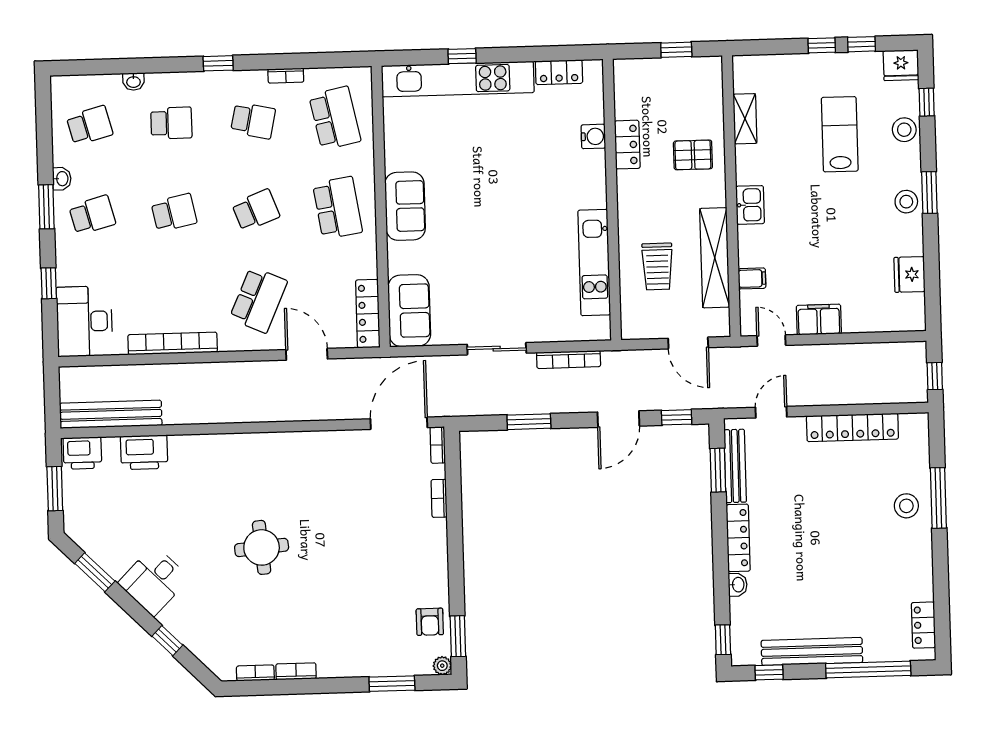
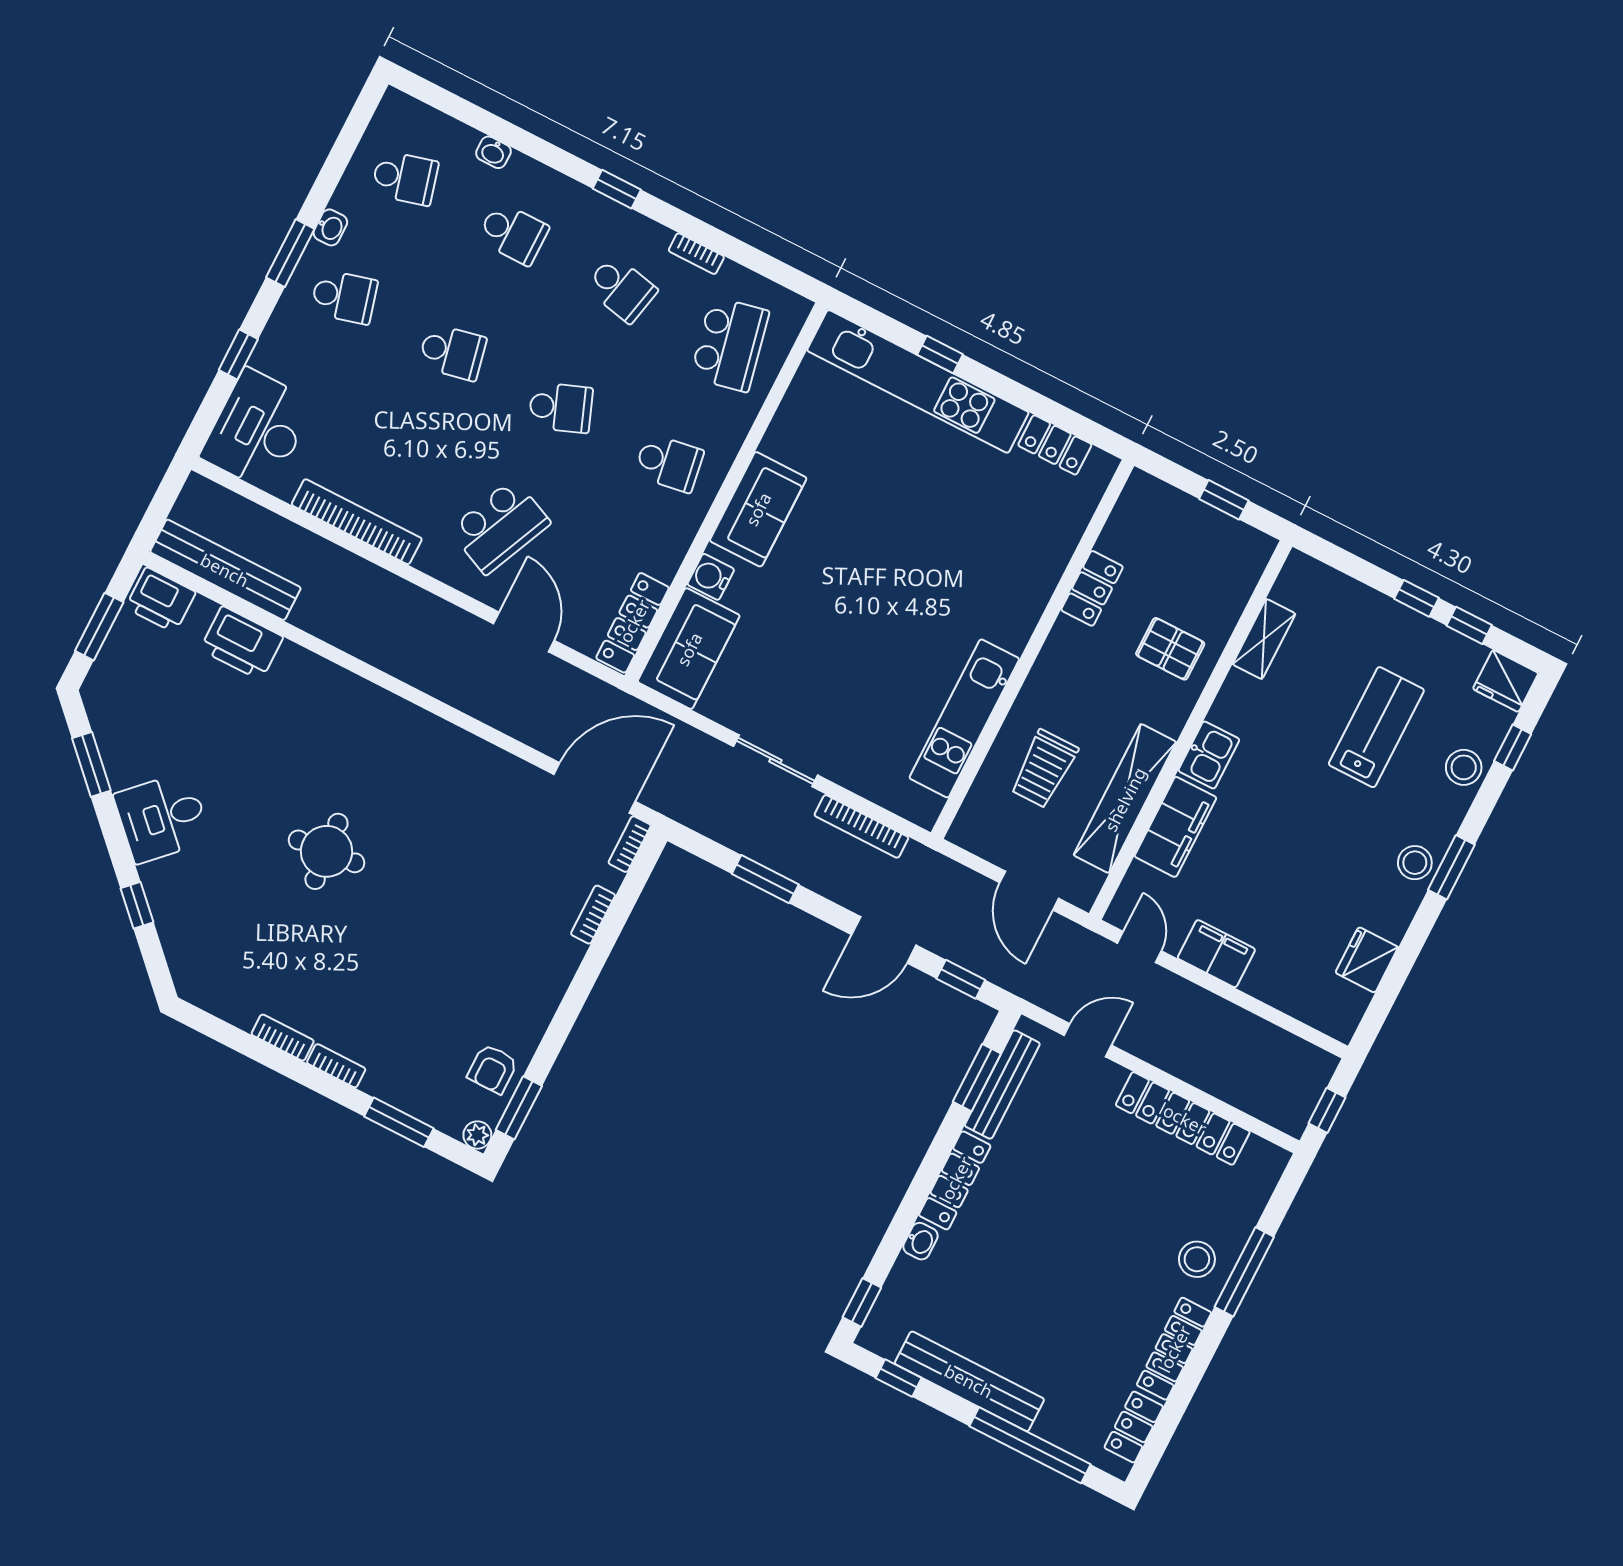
water cooler: (593, 136) -> (711, 577), moved, turned 180
school desk: (337, 208) -> (669, 463), width x0.54
filing cabinet: (752, 278) -> (1175, 827), width x3.00, depth x1.17
locker: (922, 566) -> (1174, 1349), added
bookcase: (255, 673) -> (336, 1066), moved

